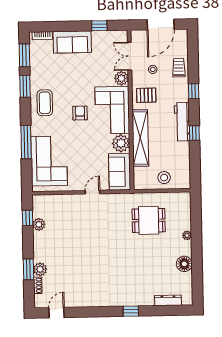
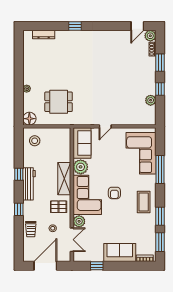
shelving: (140, 138) -> (64, 179), width x0.68
stool: (164, 178) -> (35, 141), moved
window: (28, 218) -> (160, 89), moved
floor lamp: (184, 264) -> (29, 119), moved
plant: (40, 269) -> (150, 36), moved

